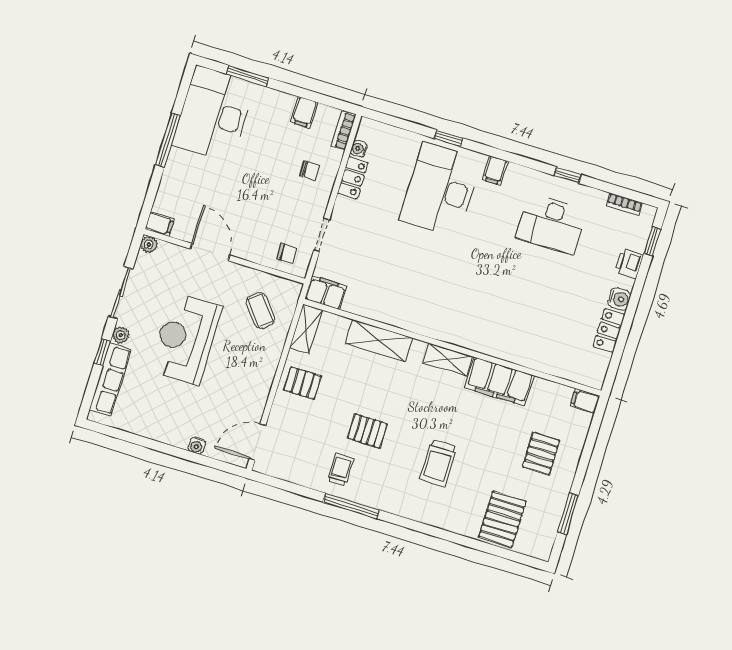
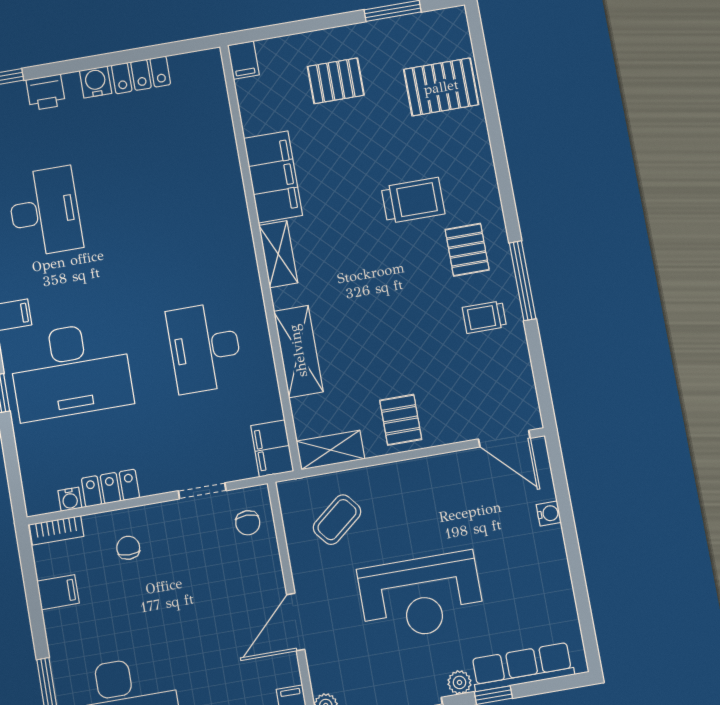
chair: (287, 253) -> (248, 523), turned 180
desk: (412, 282) -> (205, 348), added
pallet: (367, 431) -> (467, 250), moved

